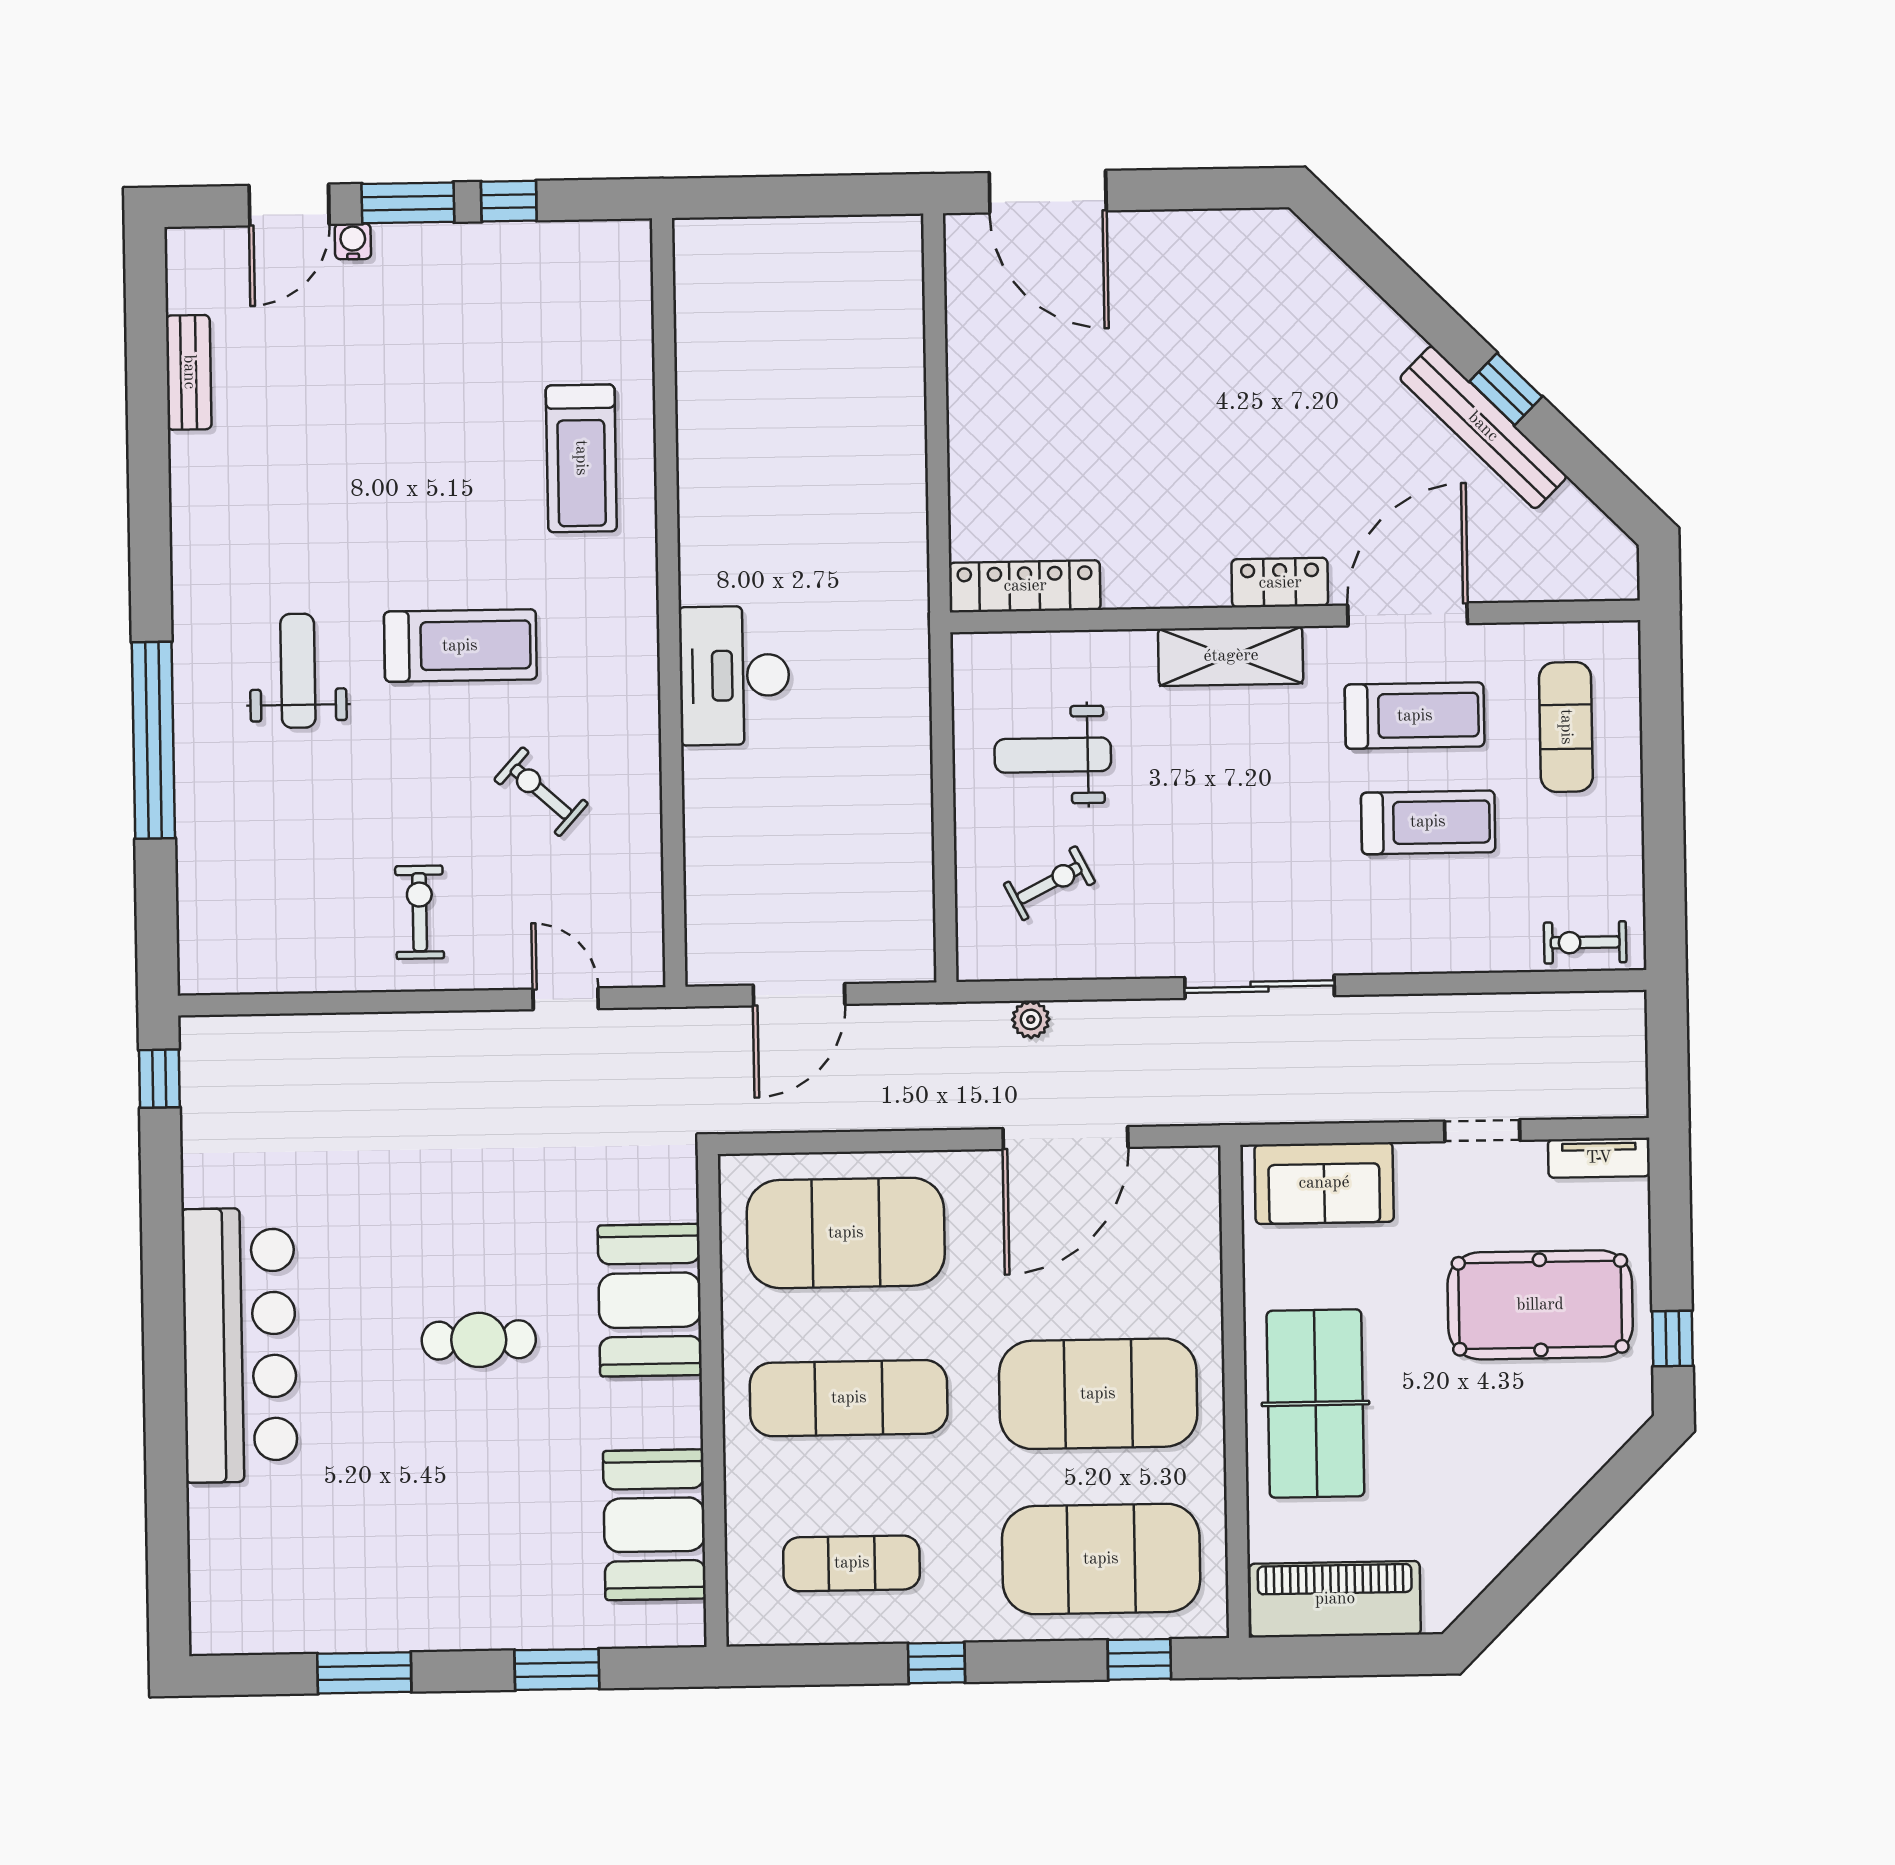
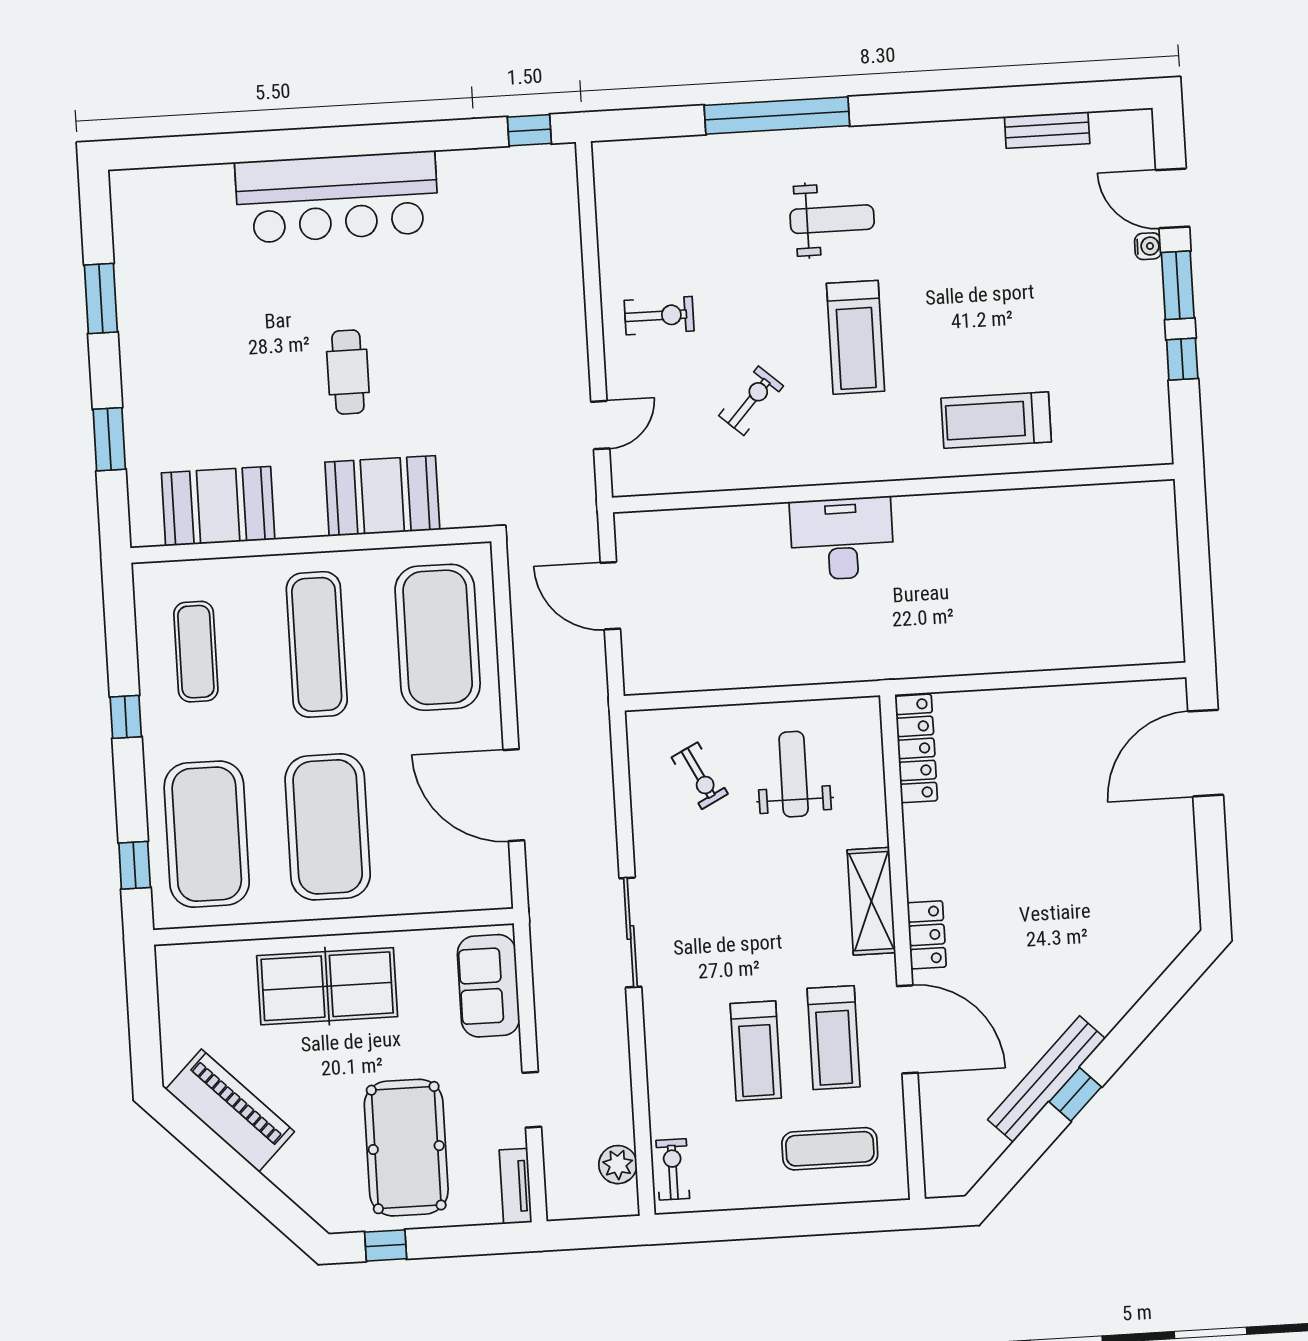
plant: (1031, 1019) -> (618, 1165), moved, width x1.38, depth x1.38
piano: (1335, 1599) -> (230, 1110), moved, turned -45

